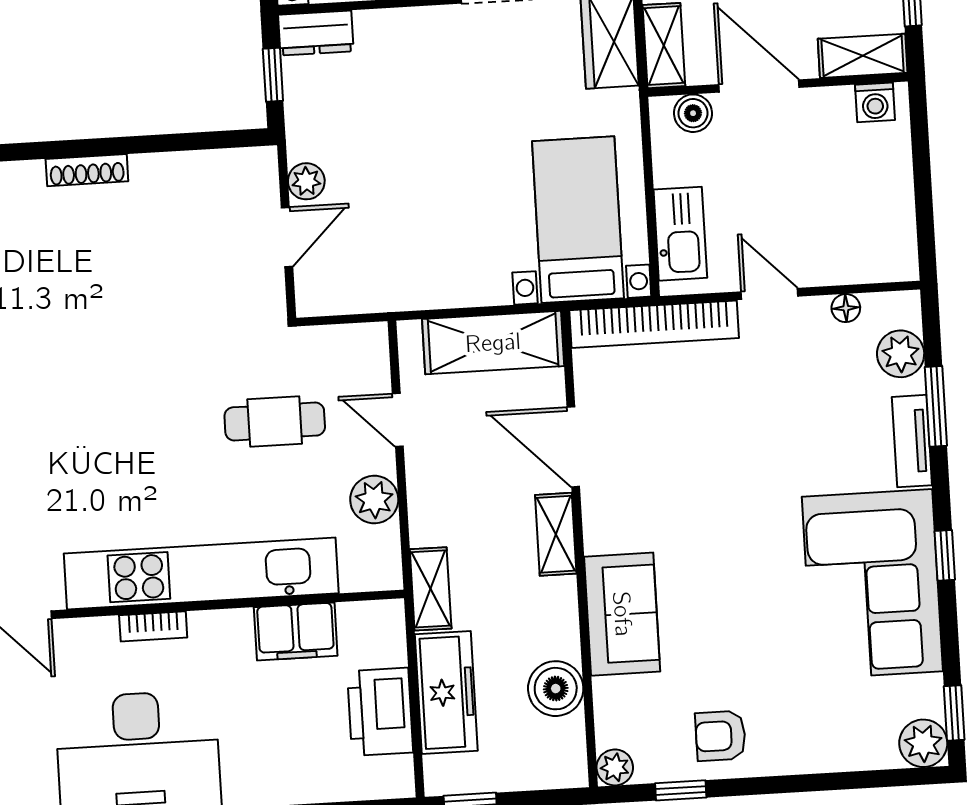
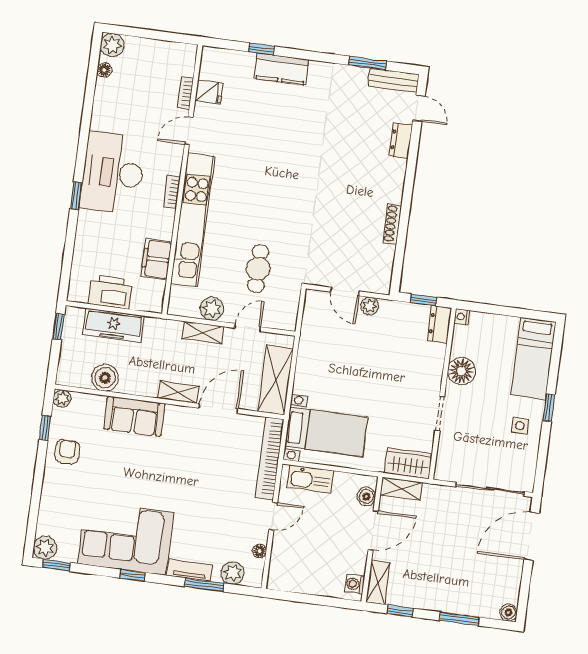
shoe rack: (87, 170) -> (392, 224), moved
shelving: (431, 589) -> (203, 333), moved

